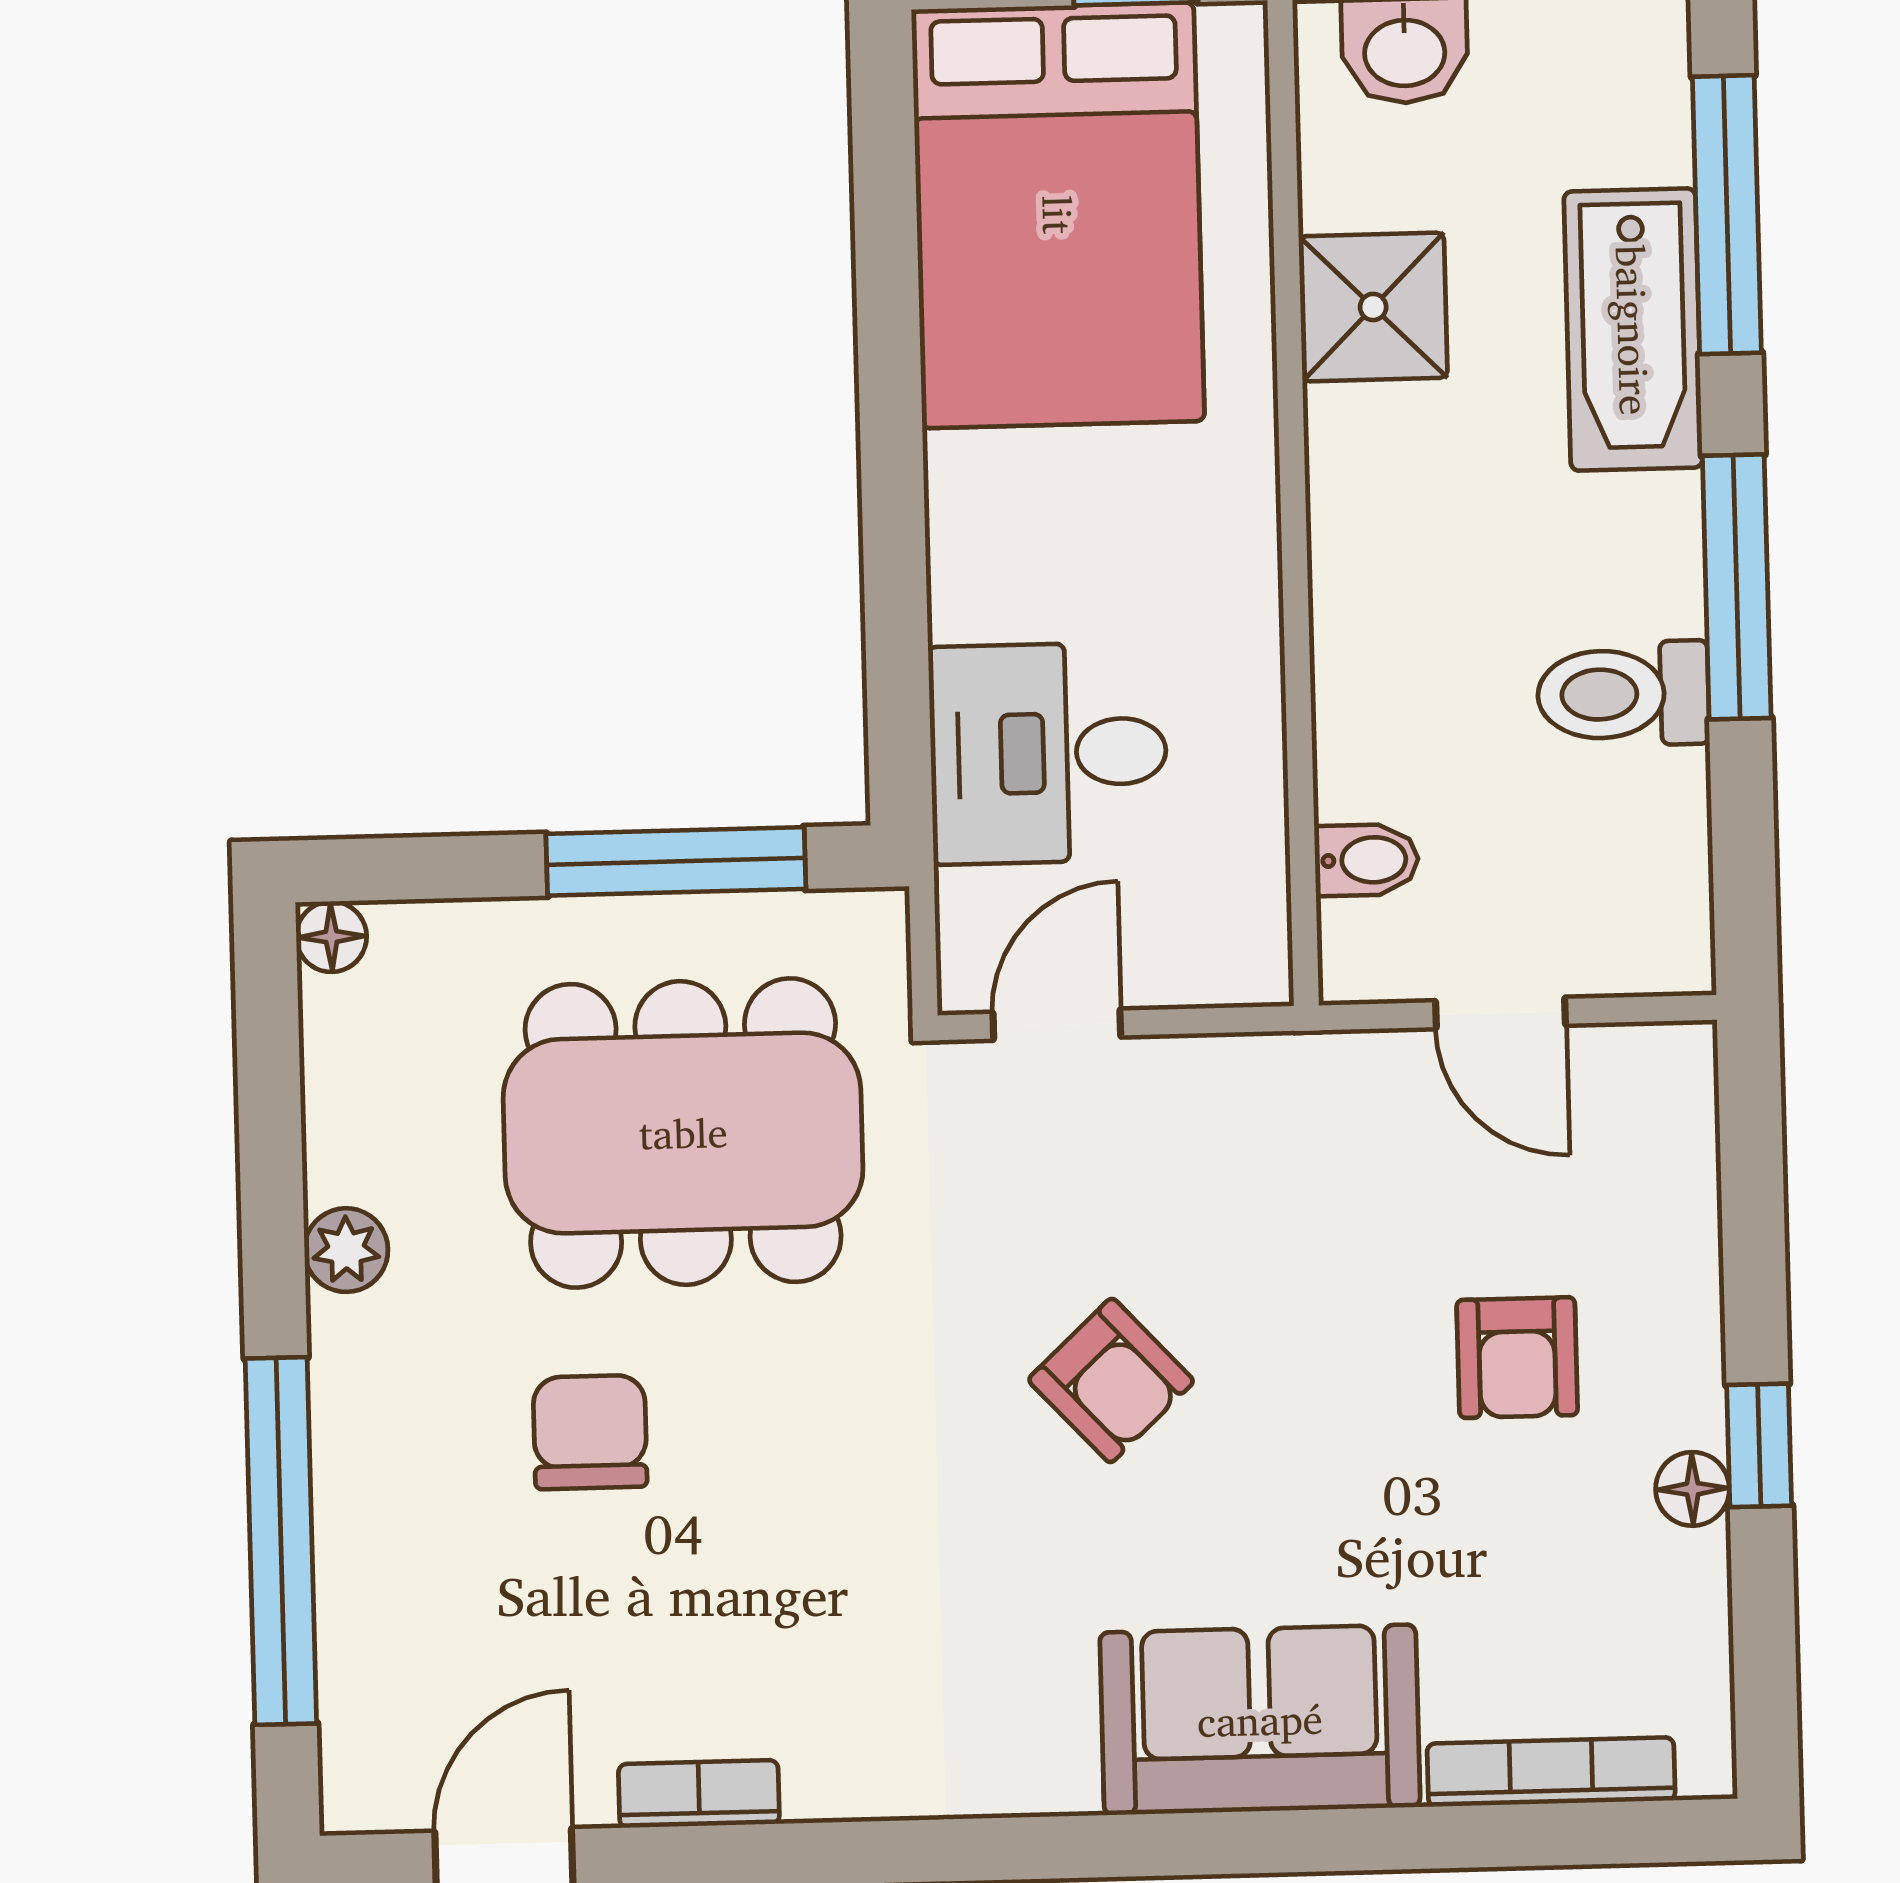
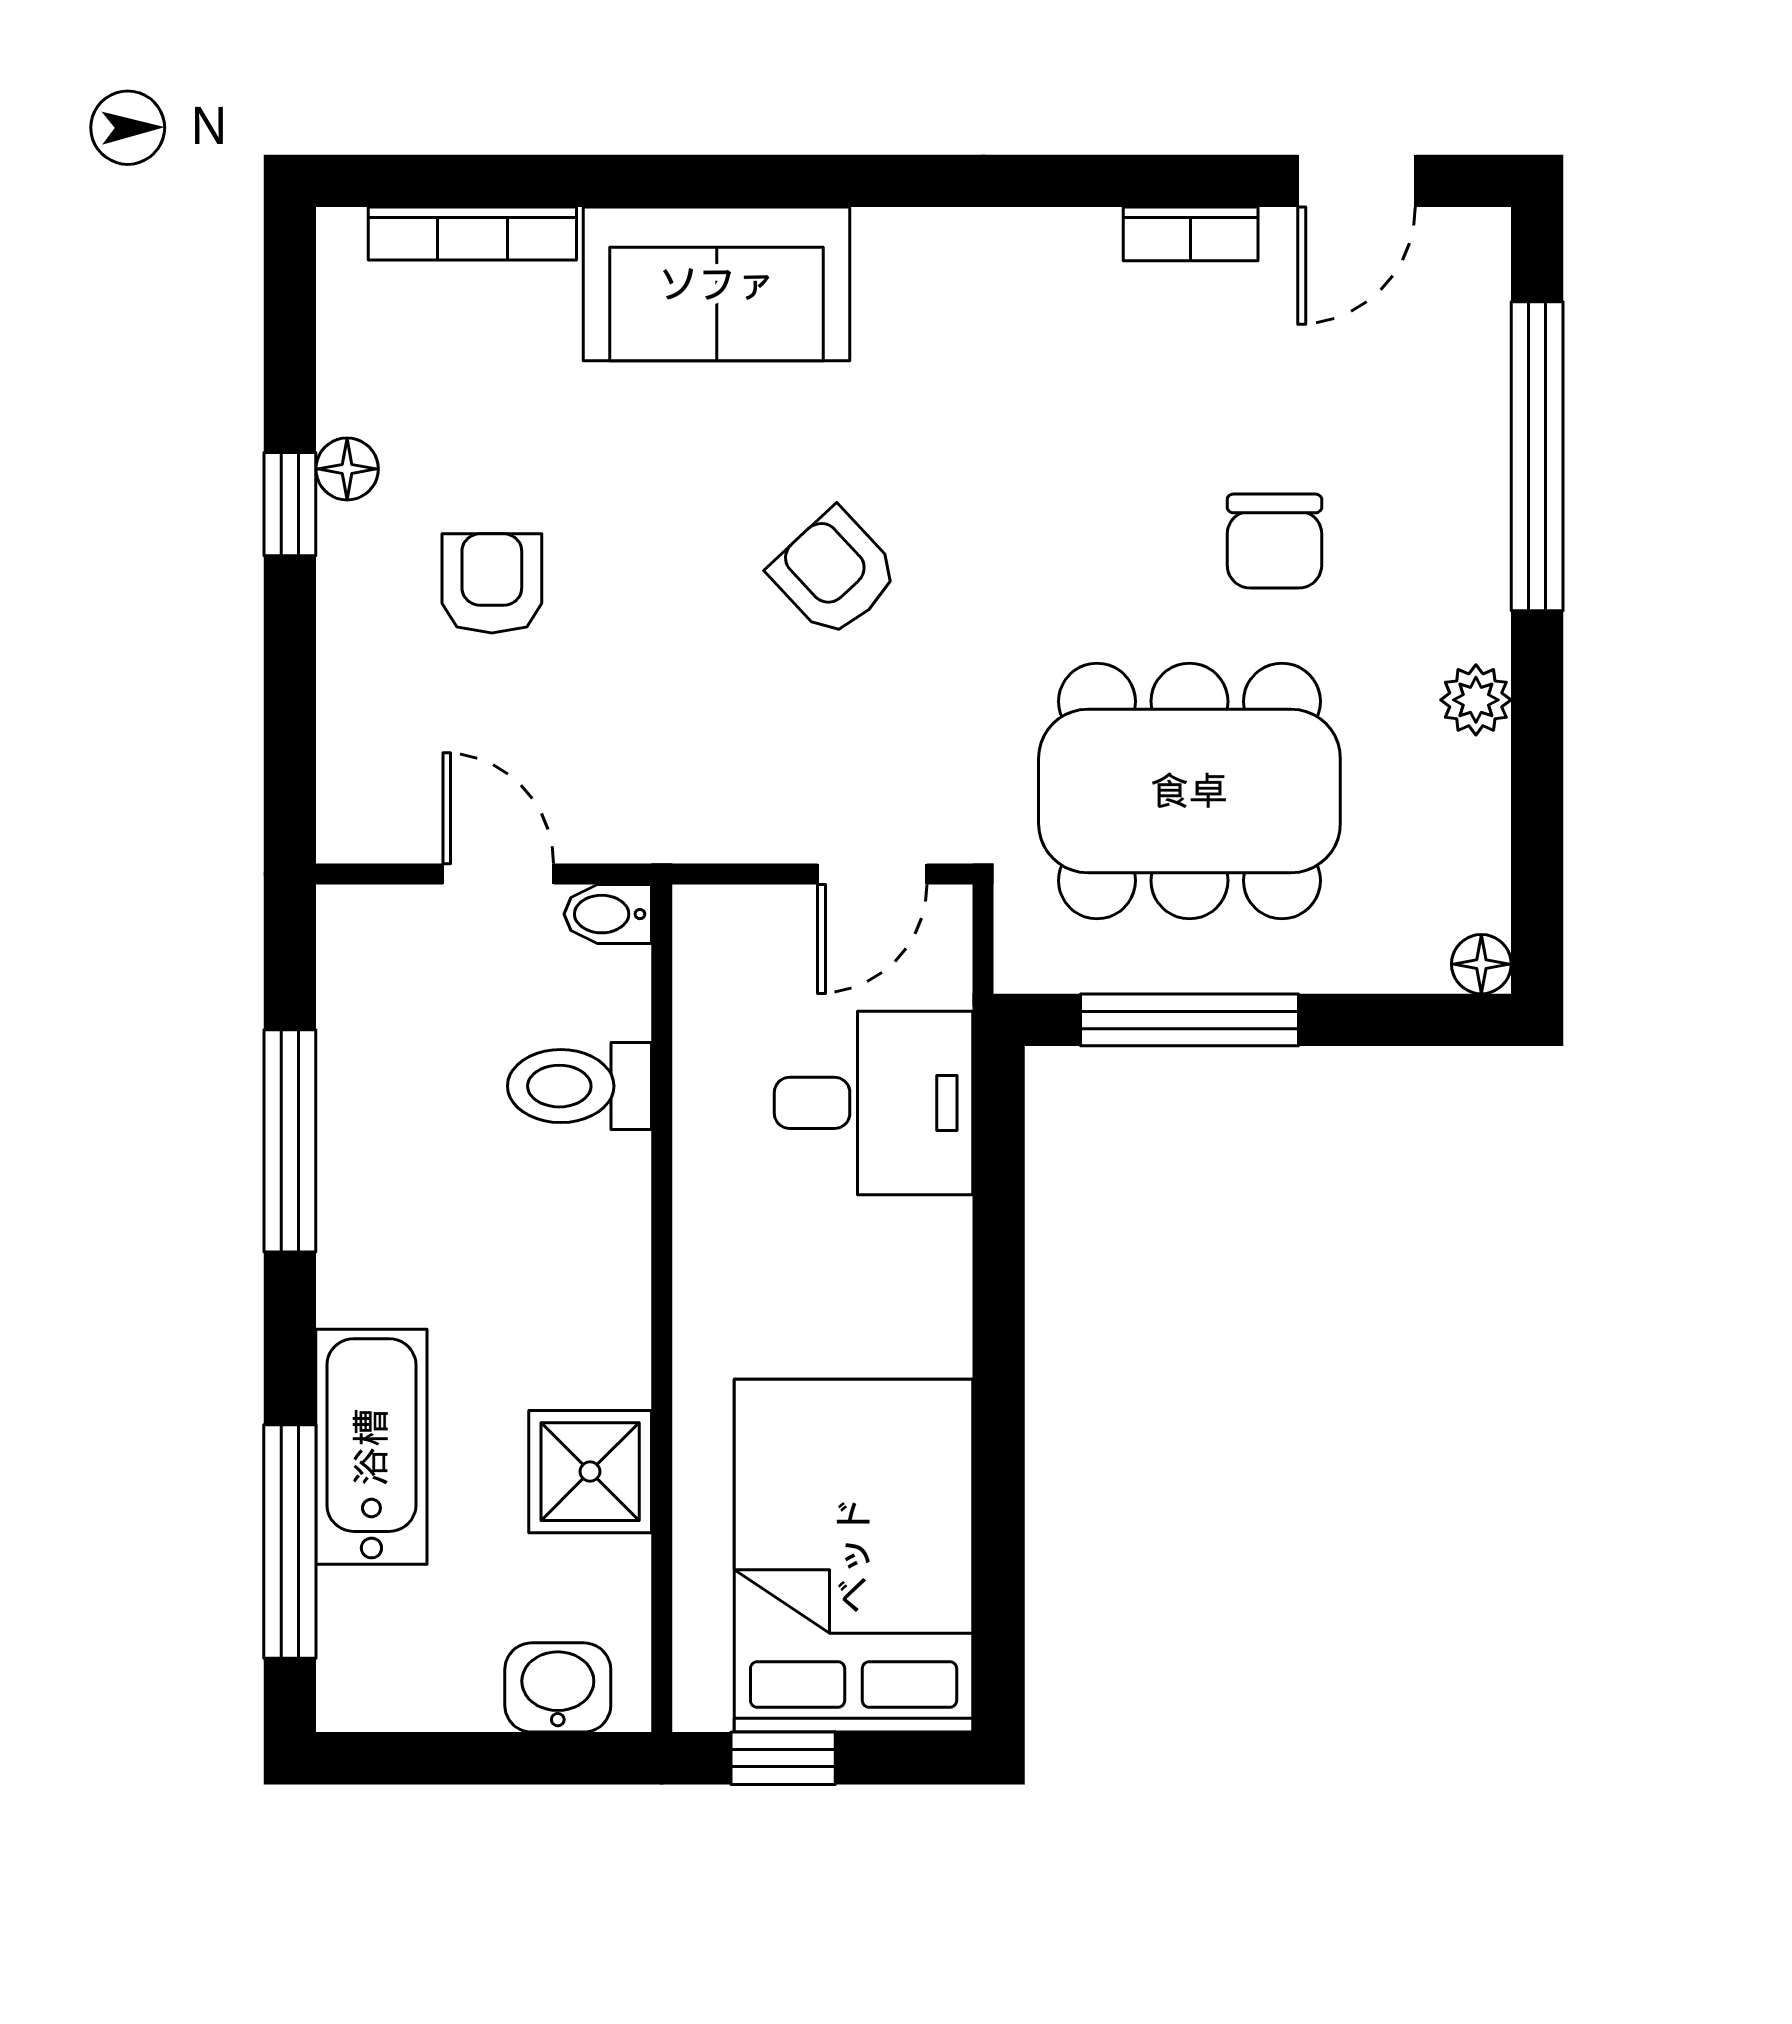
window: (1737, 587) -> (290, 1141), moved
toilet: (1623, 694) -> (579, 1086), moved, turned 180
bidet: (1367, 860) -> (608, 914), moved

